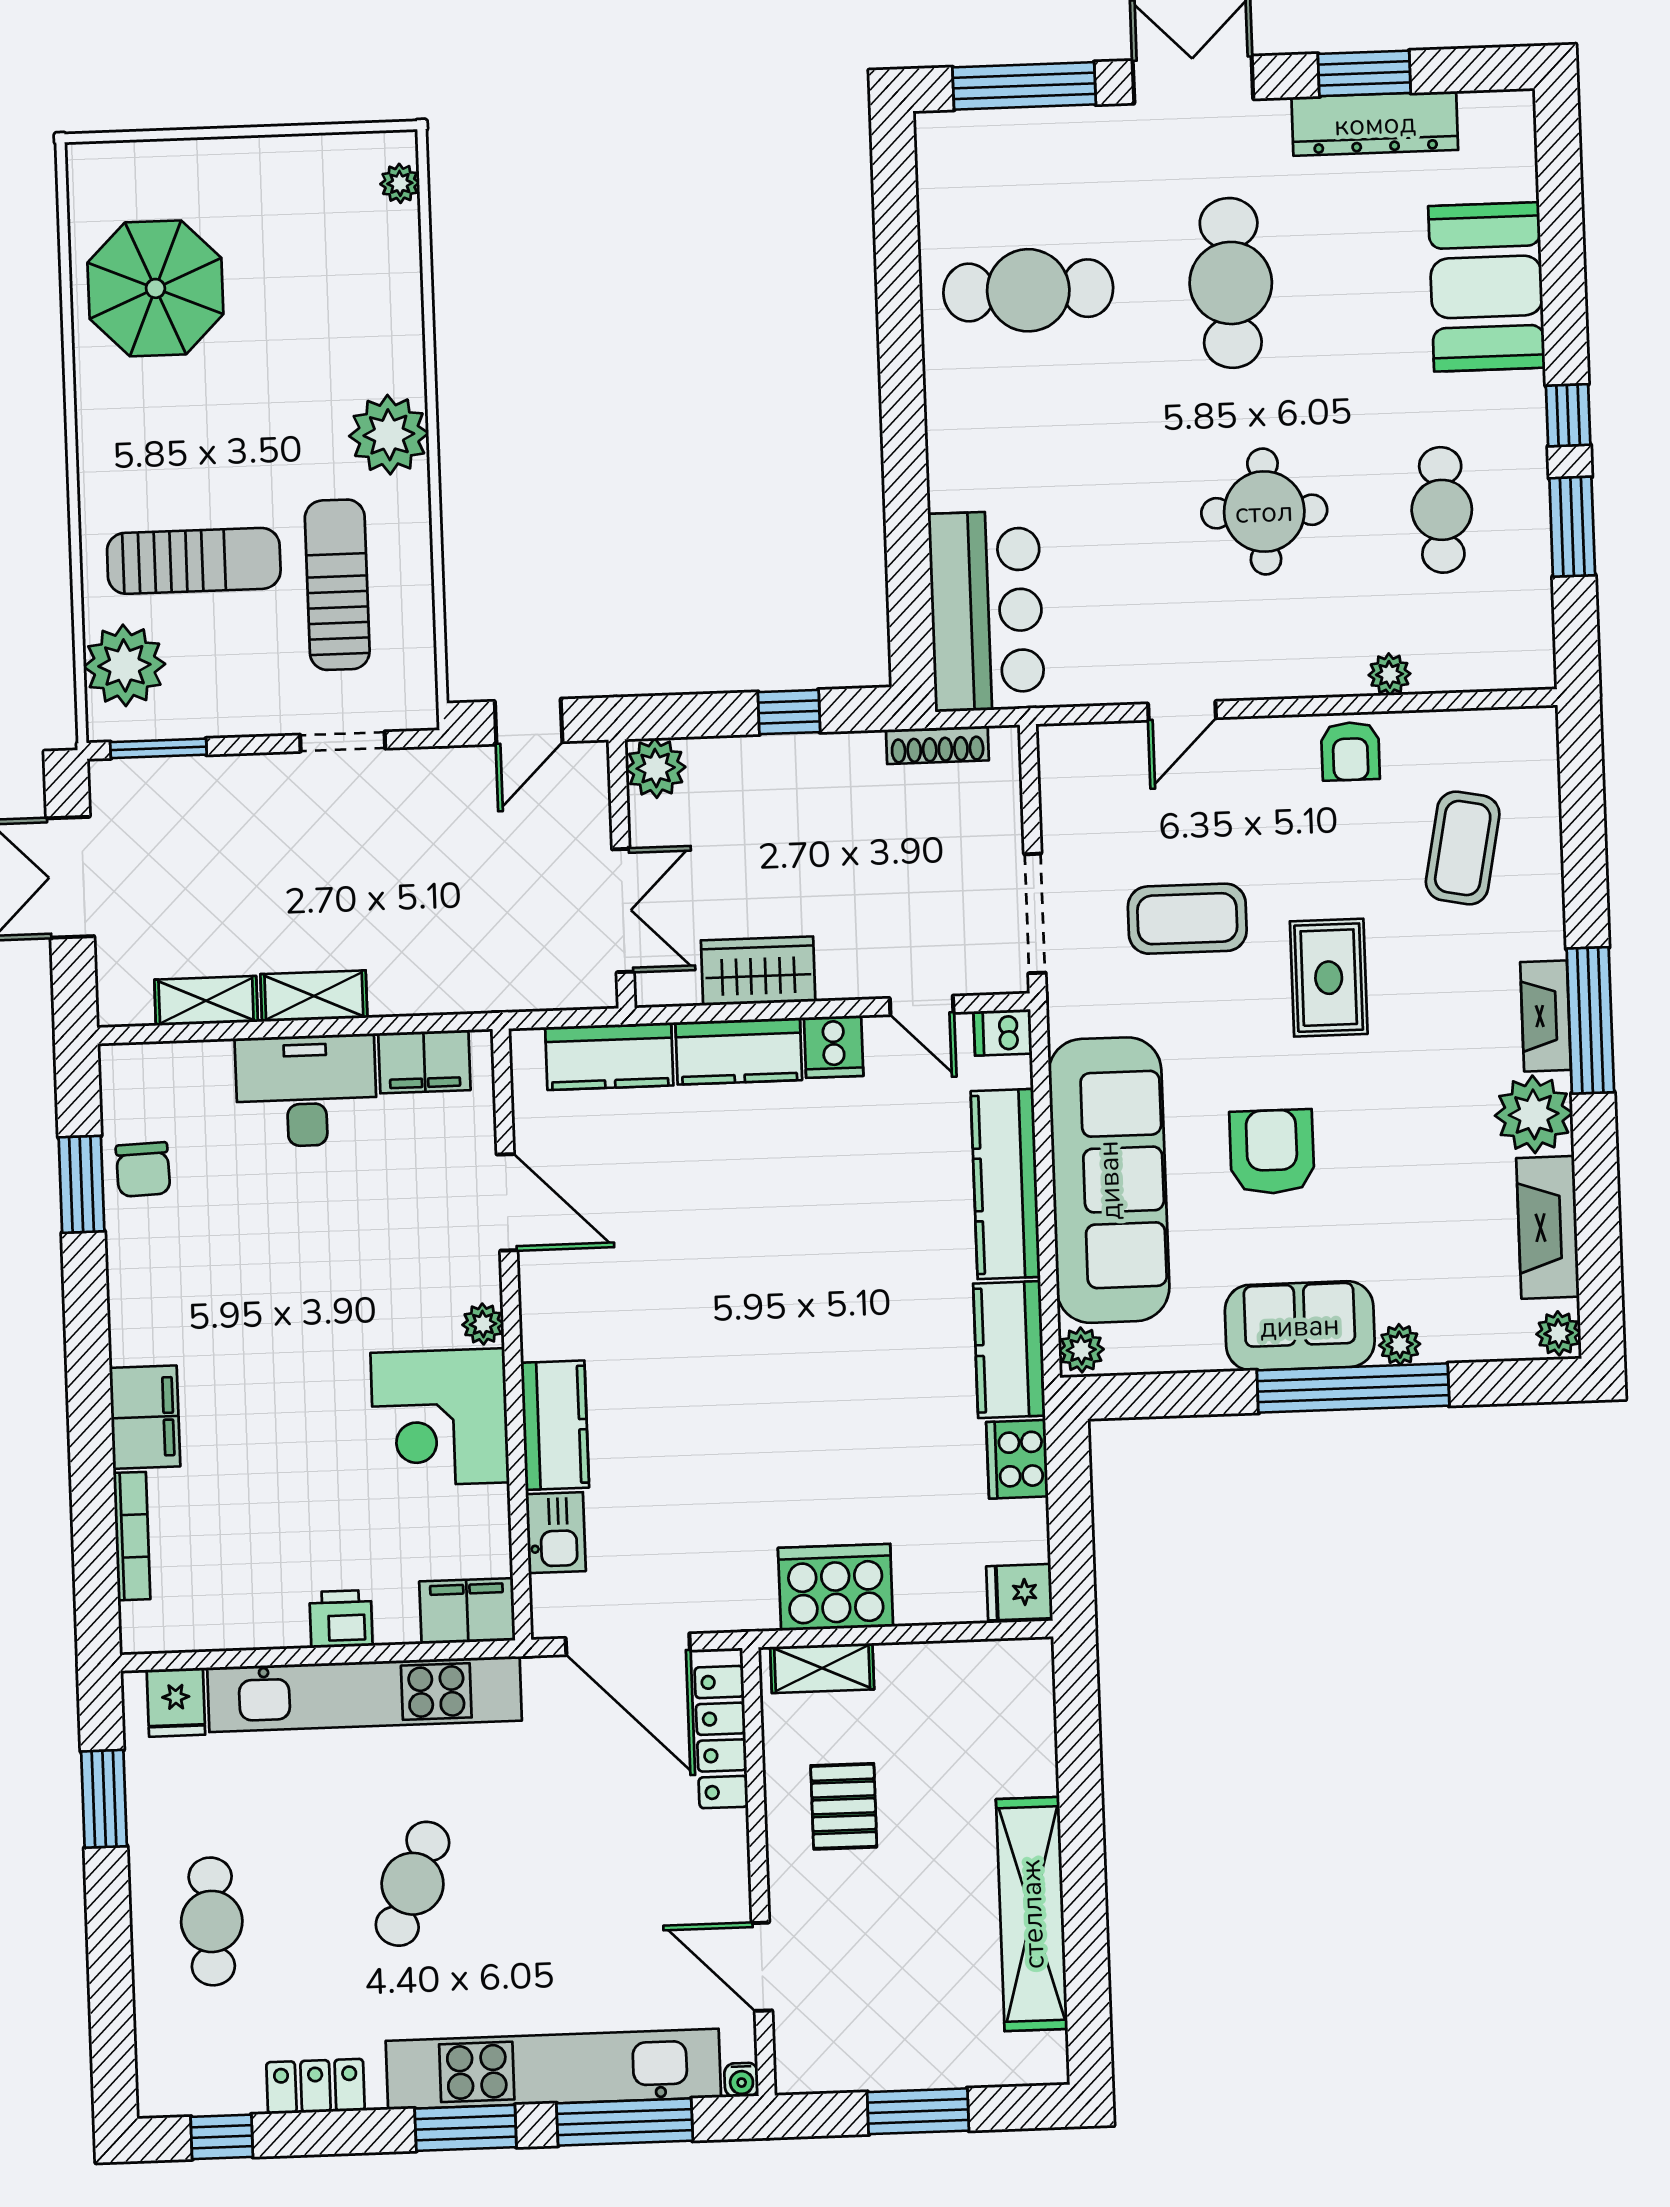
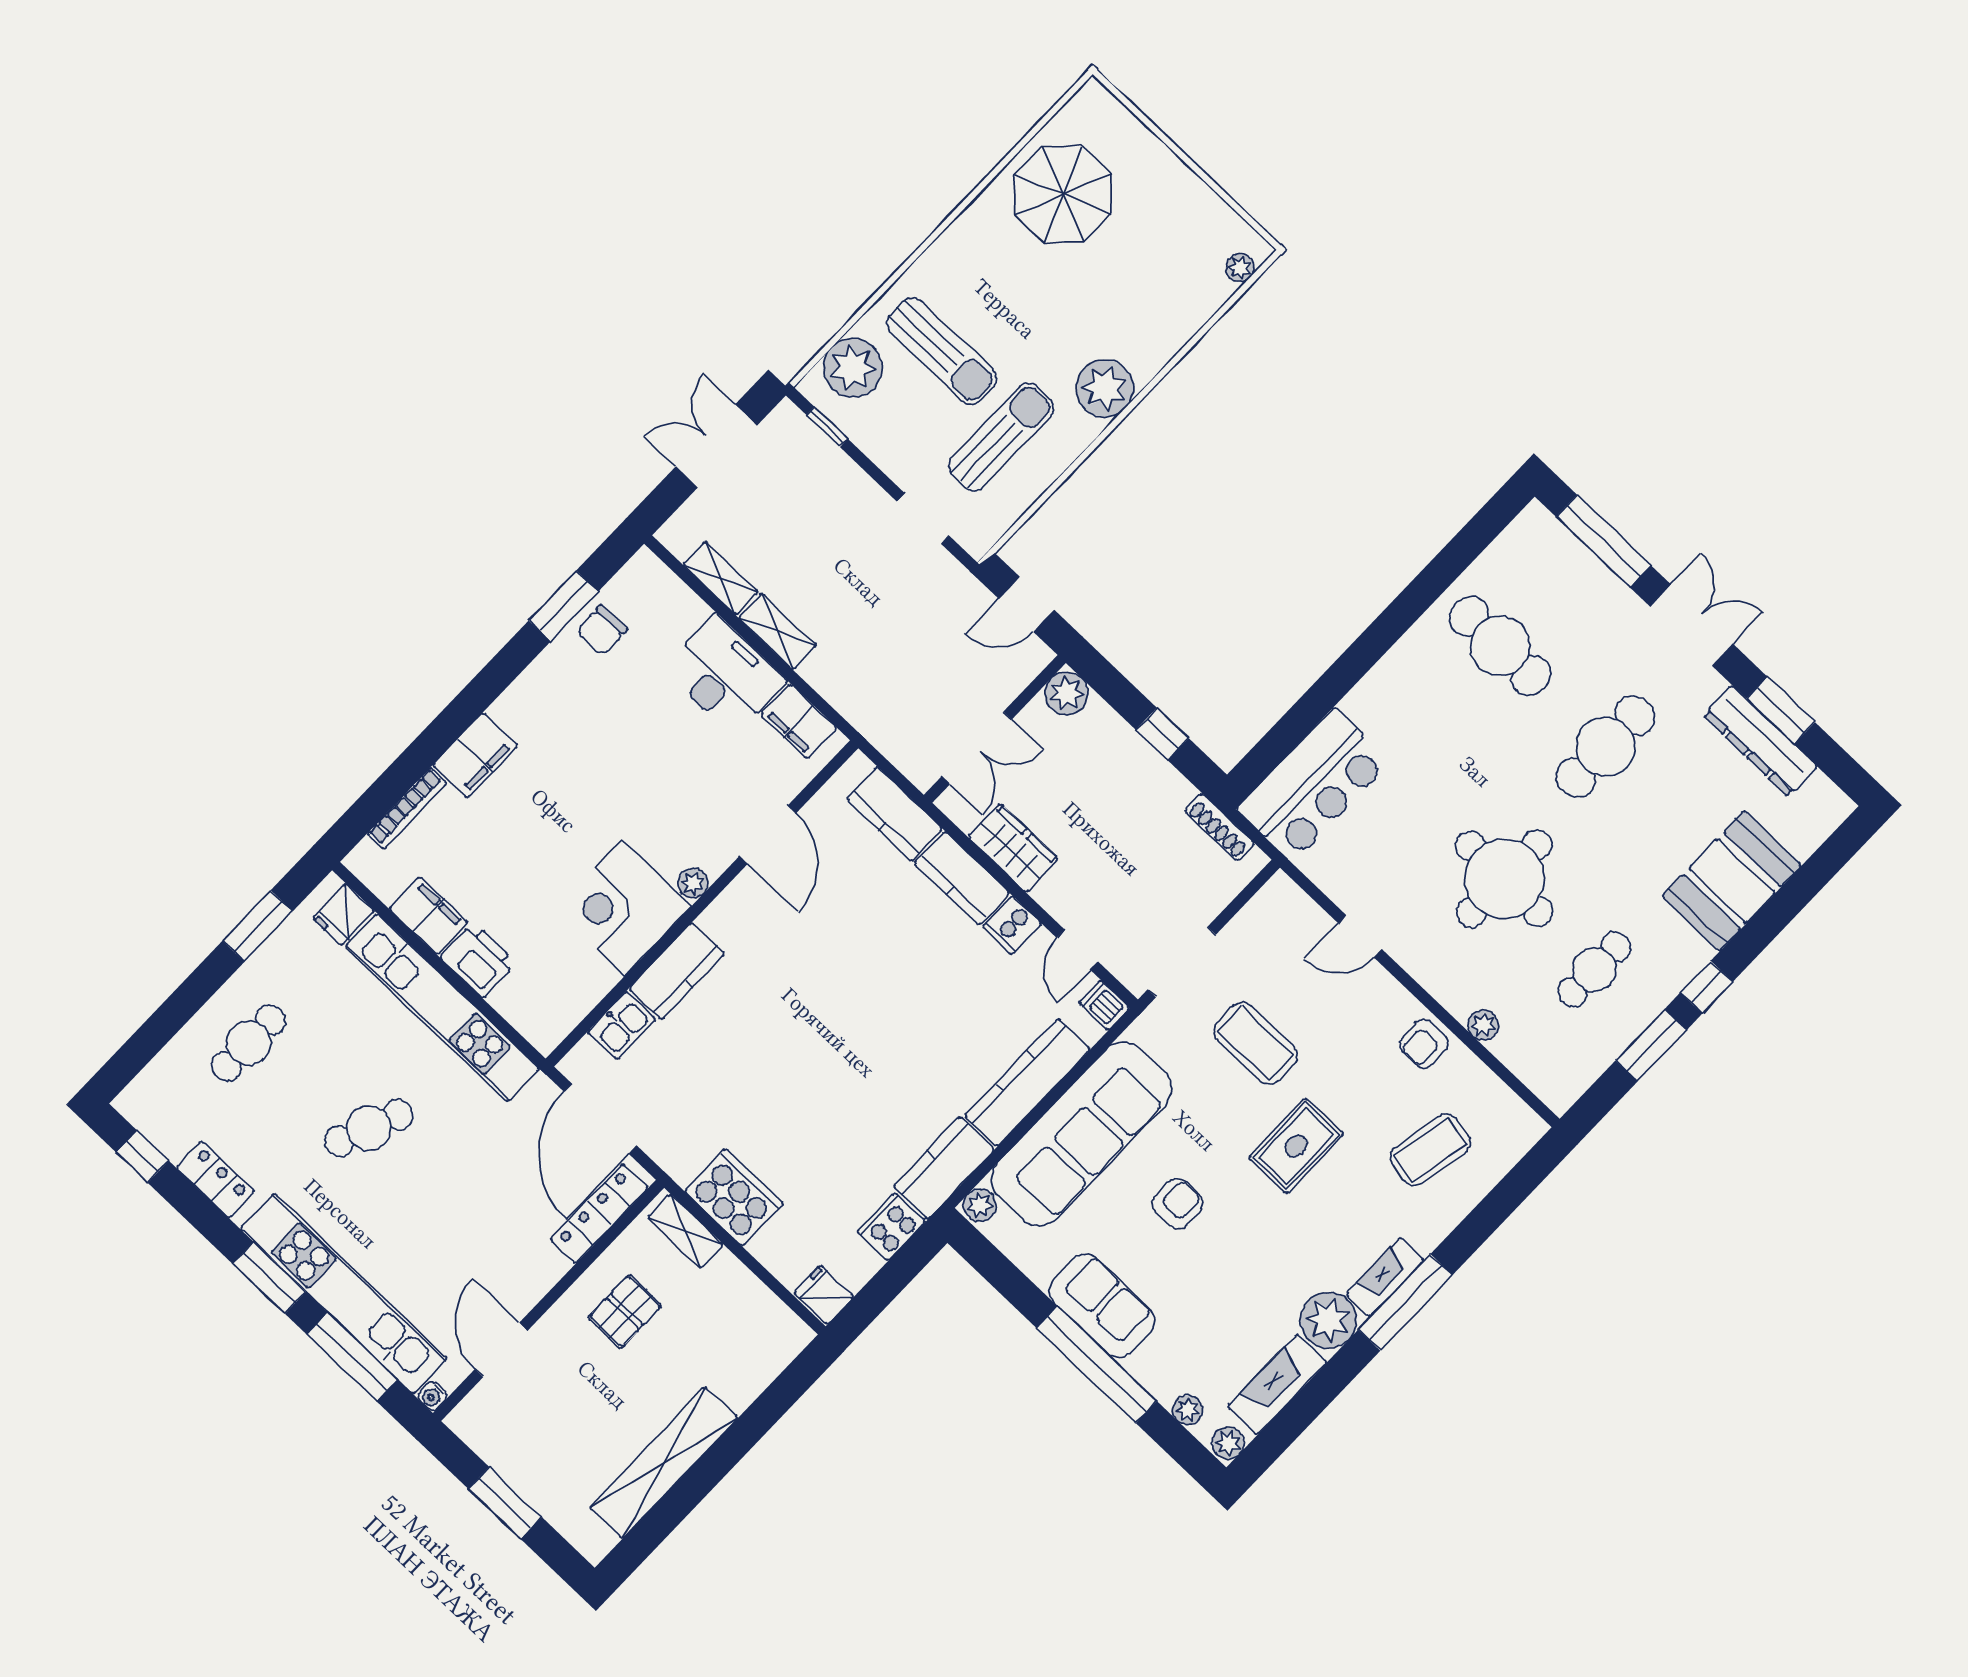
round table: (1264, 512) -> (1504, 879), width x1.36, depth x1.36
window: (158, 748) -> (827, 427), width x0.67
armchair: (1272, 1152) -> (1178, 1204), width x0.72, depth x0.72
plant: (1400, 1345) -> (1188, 1410), moved
filing cabinet: (467, 1611) -> (429, 916), moved
printer: (341, 1619) -> (479, 960), width x1.36, depth x1.24

